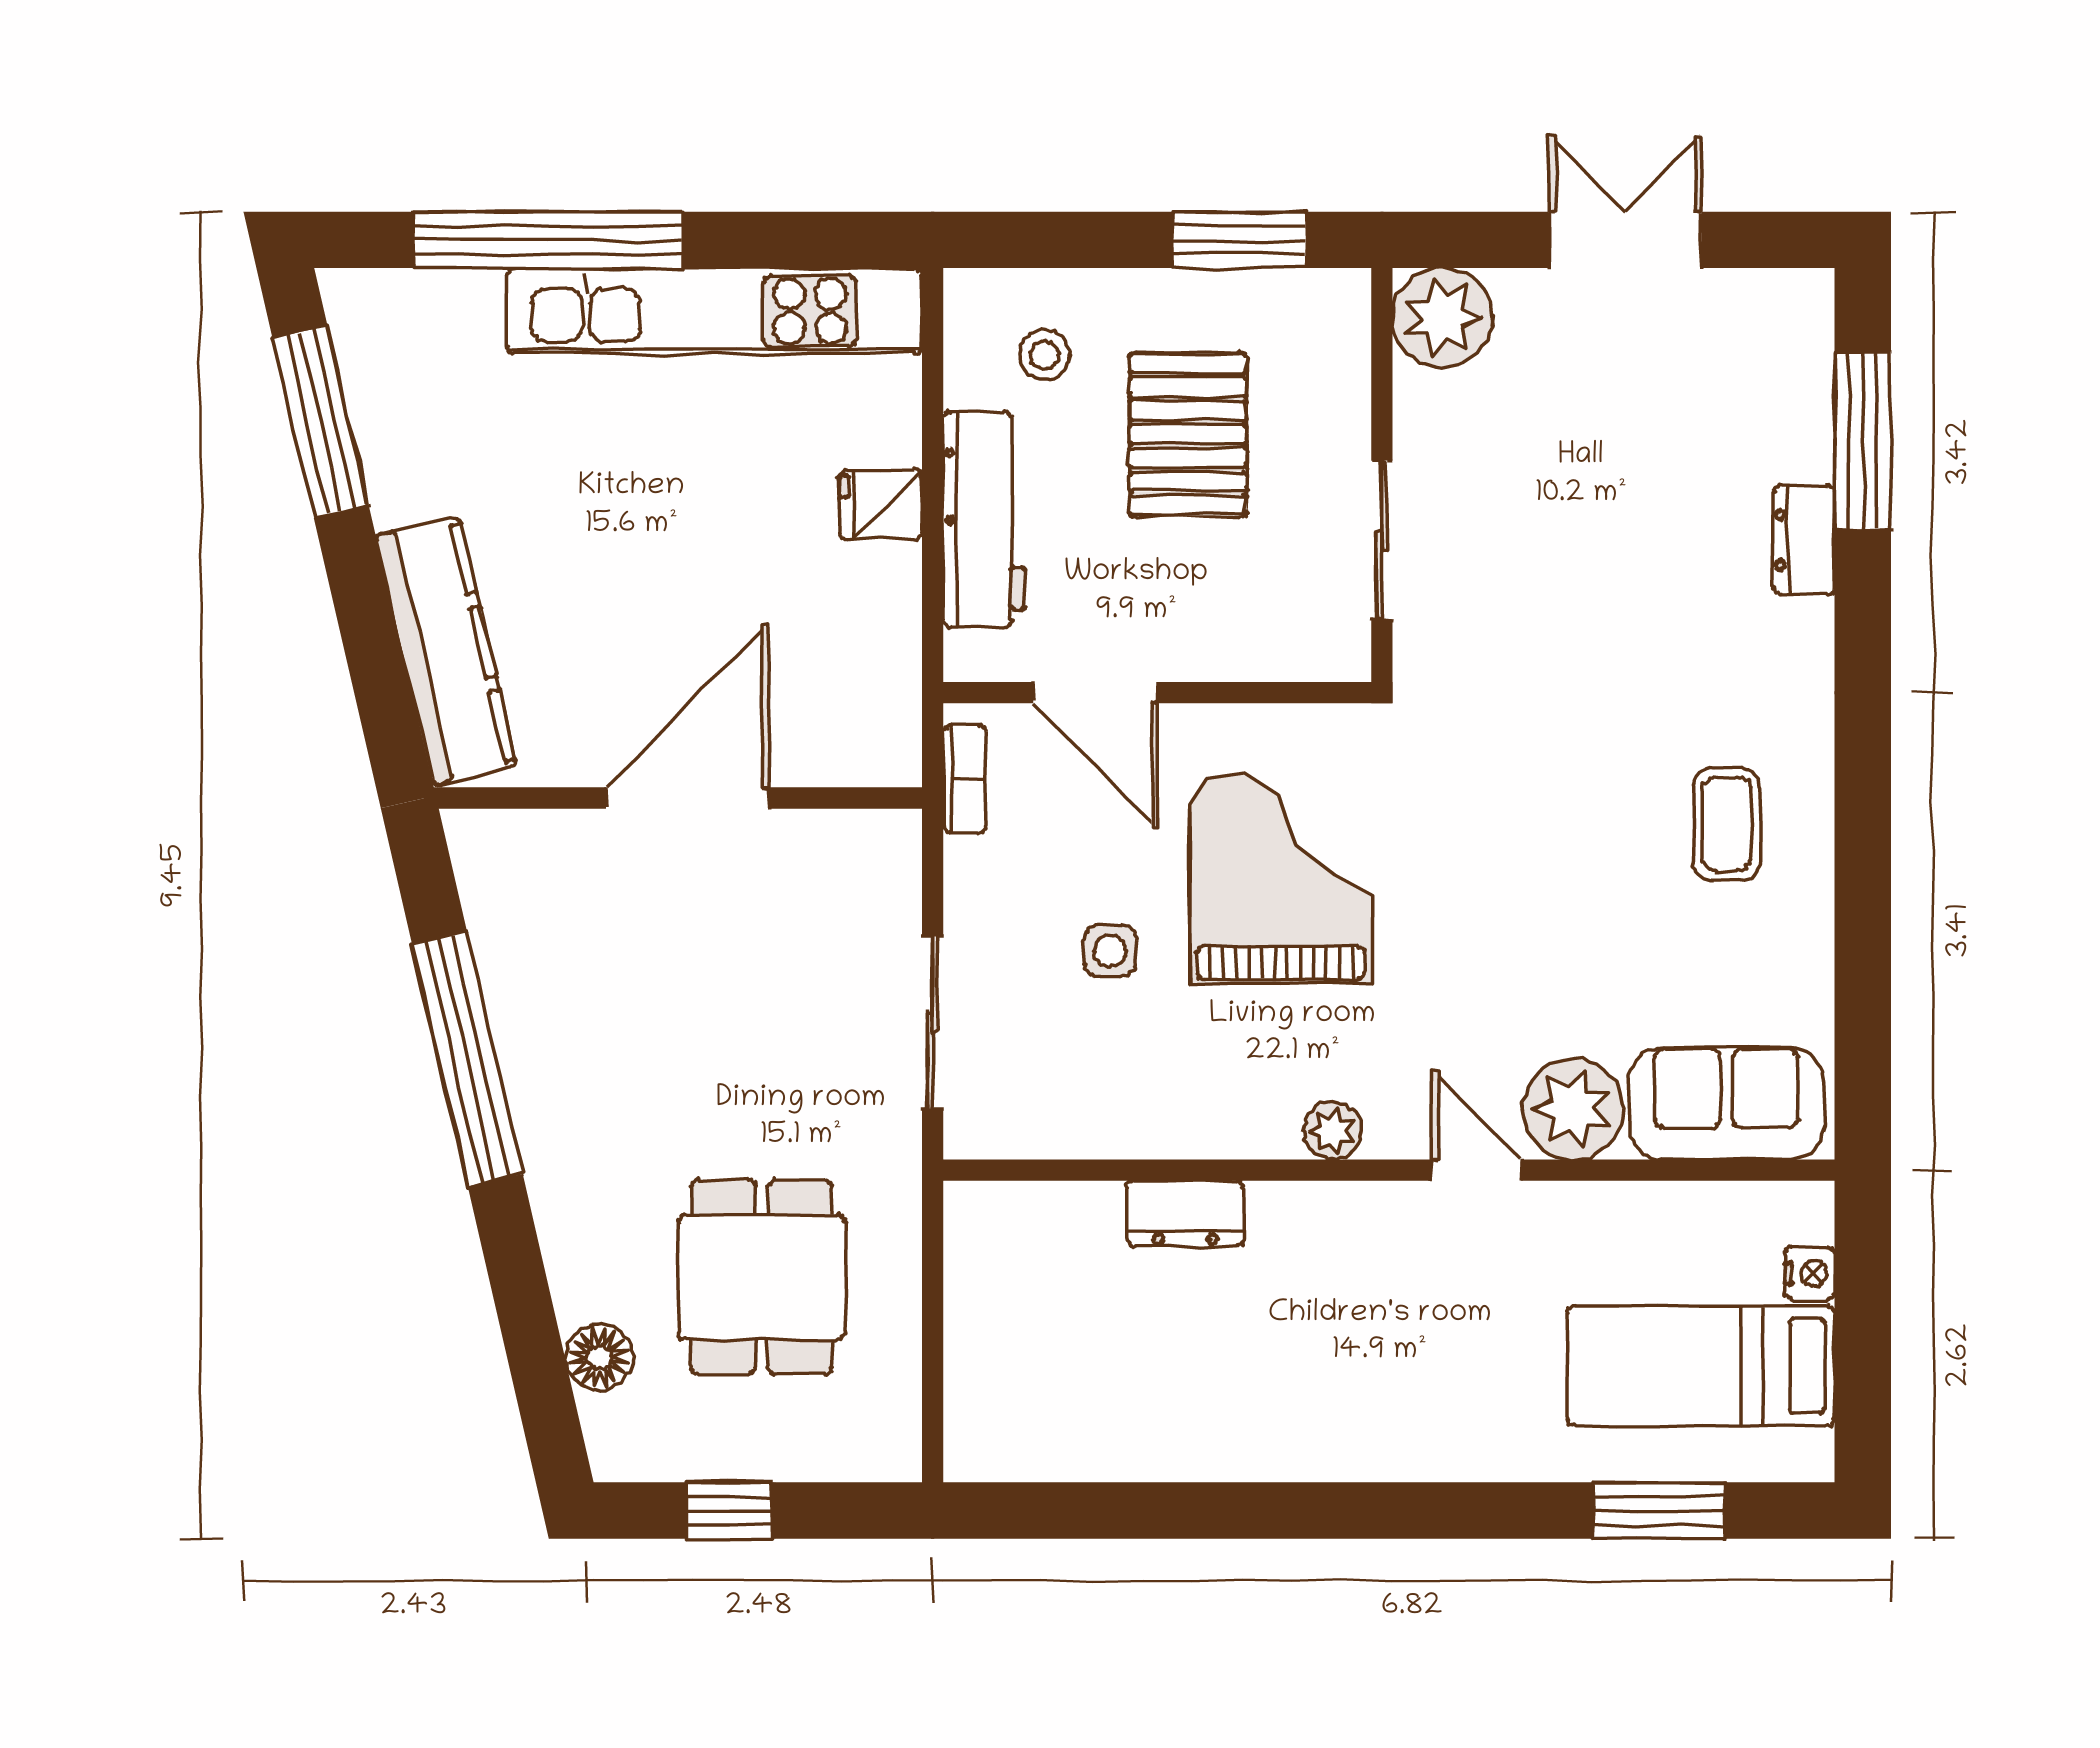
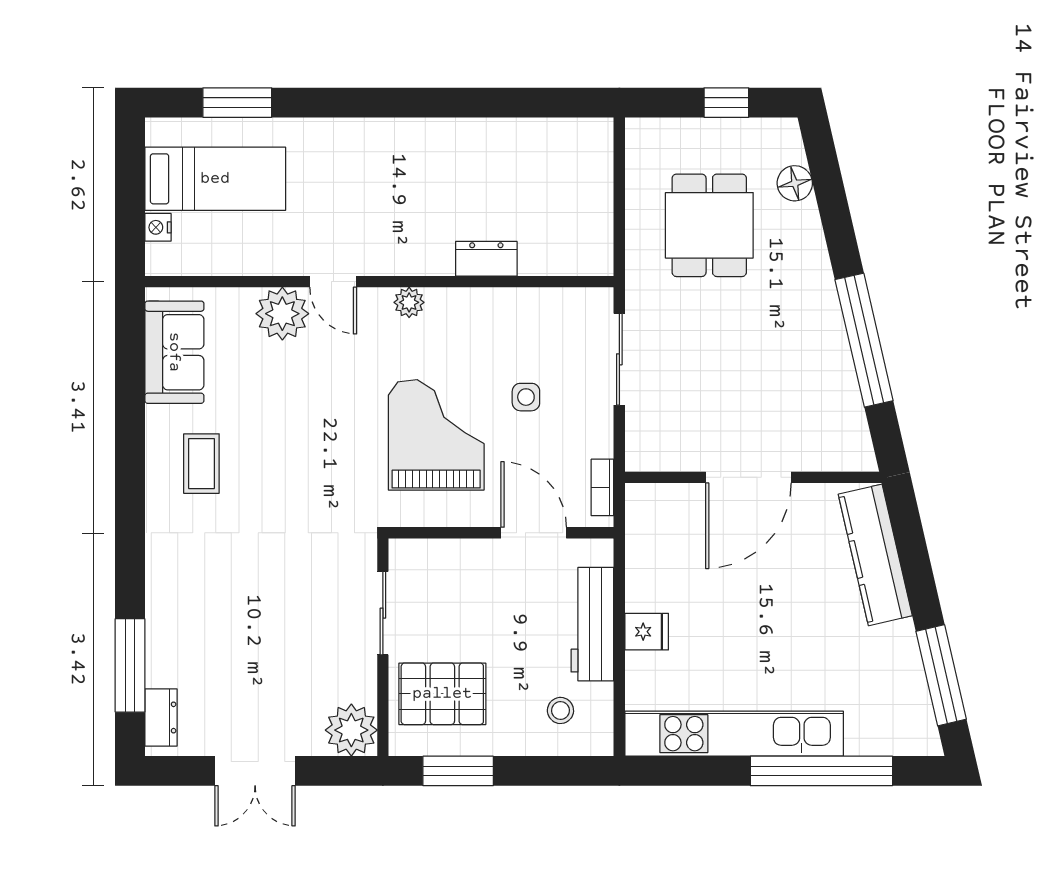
pallet: (1188, 434) -> (442, 694), moved, turned 90
dresser: (1804, 540) -> (161, 717), moved
grand piano: (1281, 879) -> (436, 435), turned 180
sofa: (1726, 1103) -> (174, 352), moved, turned -90

